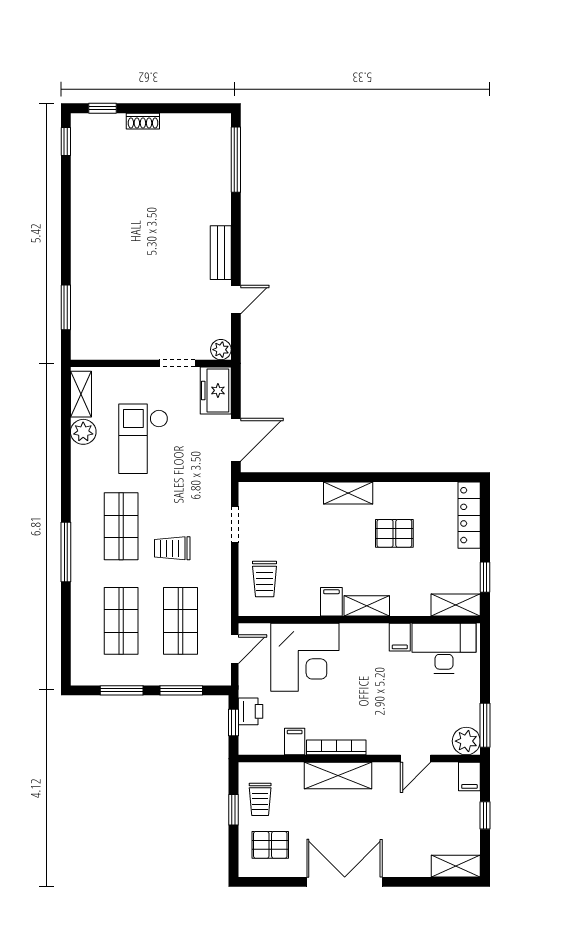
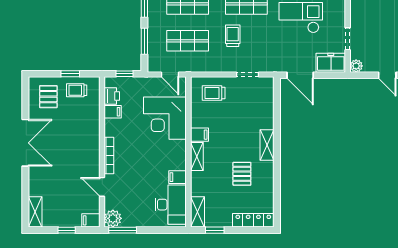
printer: (250, 711) -> (112, 96), moved, turned -90
bookcase: (336, 747) -> (109, 156), moved
shelving: (338, 776) -> (91, 139), removed

